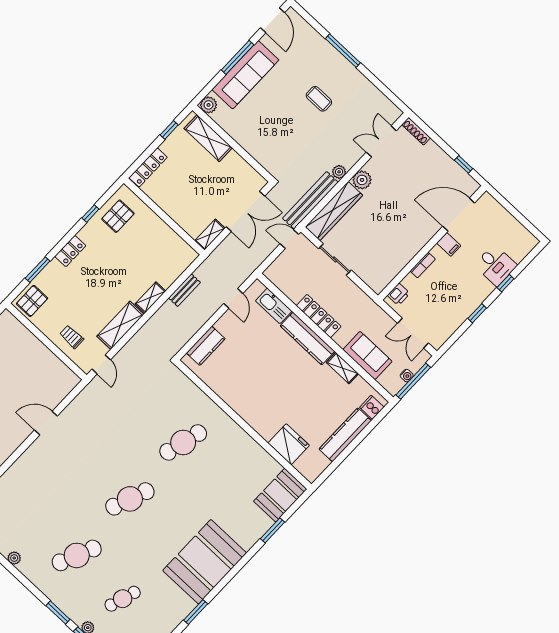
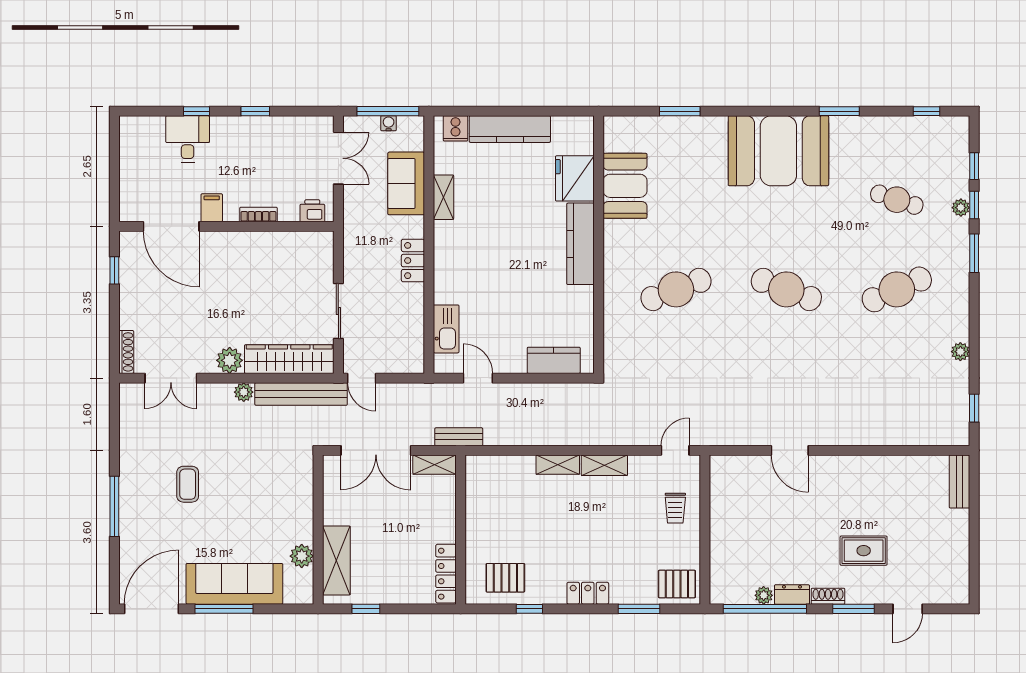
door: (273, 20) -> (151, 609), width x1.36
plant: (208, 105) -> (302, 556), moved
locker: (148, 167) -> (446, 574), moved, turned -90
double door: (245, 211) -> (376, 450), swing flipped
bench: (184, 290) -> (459, 437), moved
door: (233, 298) -> (478, 378), hinge flipped
locker: (319, 316) -> (413, 261), width x0.66
shelving: (120, 325) -> (604, 465), width x0.67, depth x0.75
kitchen counter: (307, 339) -> (580, 244), moved, turned 180
cafe table: (183, 442) -> (676, 289), turned -36
booth: (280, 495) -> (625, 186), moved, turned 90
cafe table: (77, 555) -> (897, 289), turned -48

